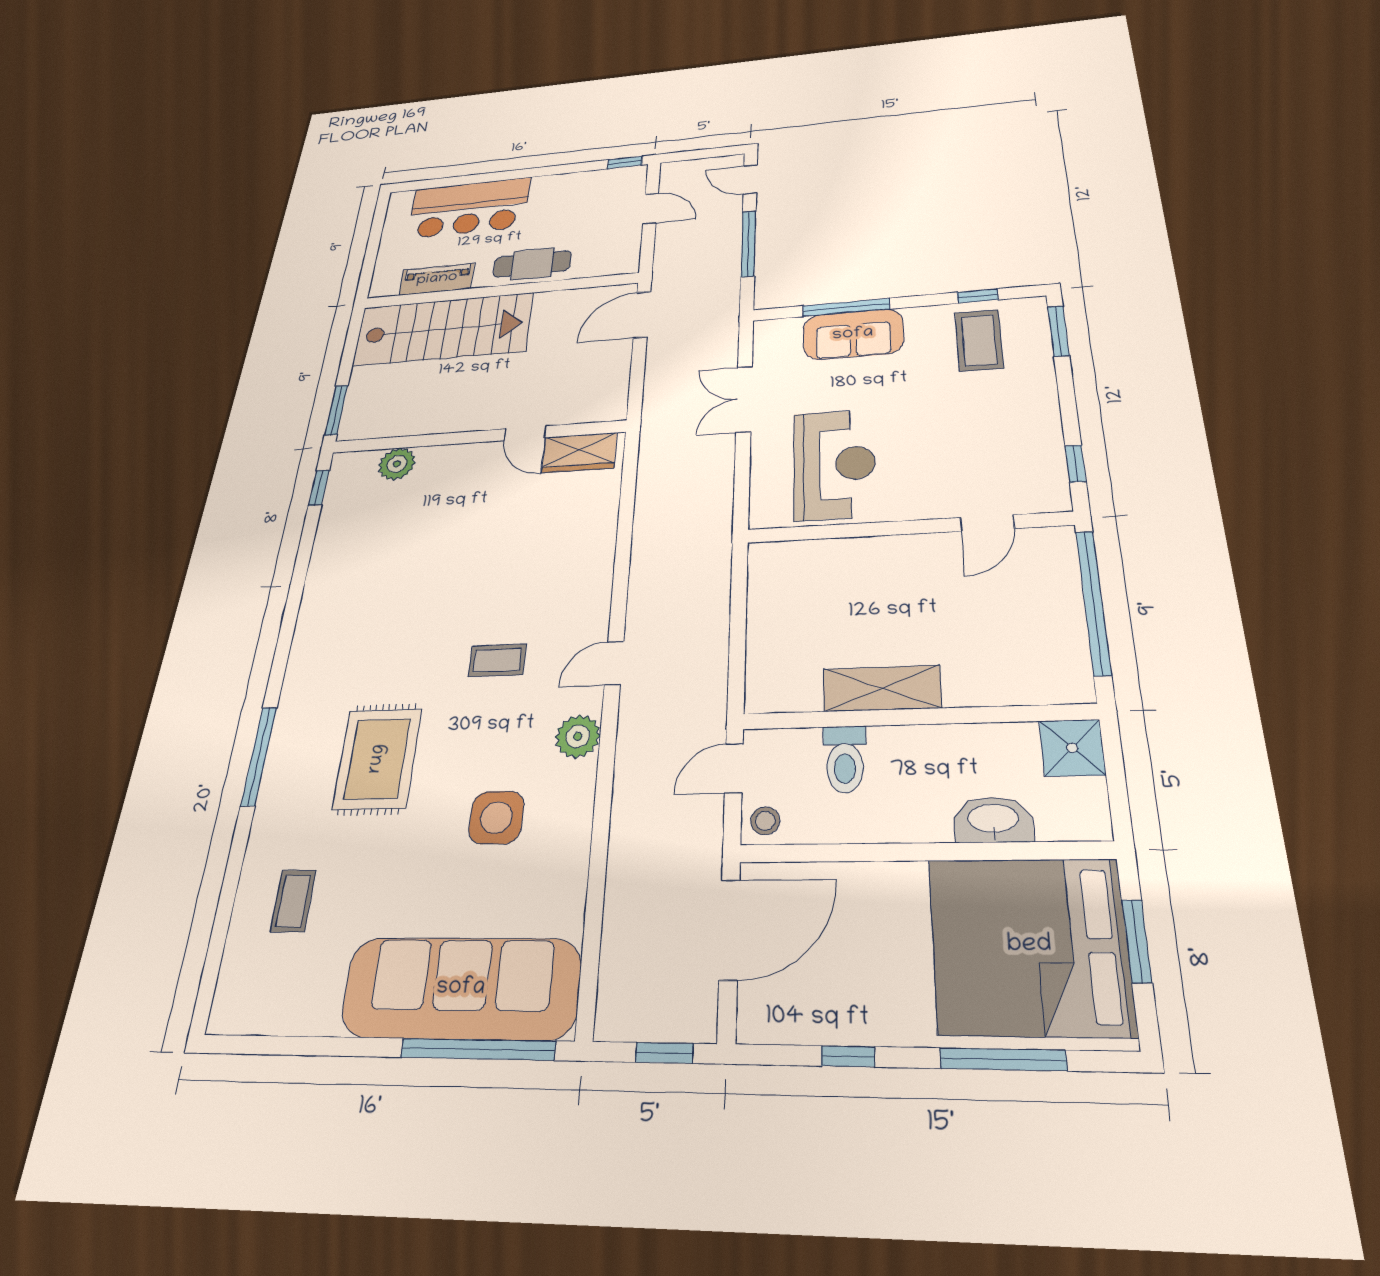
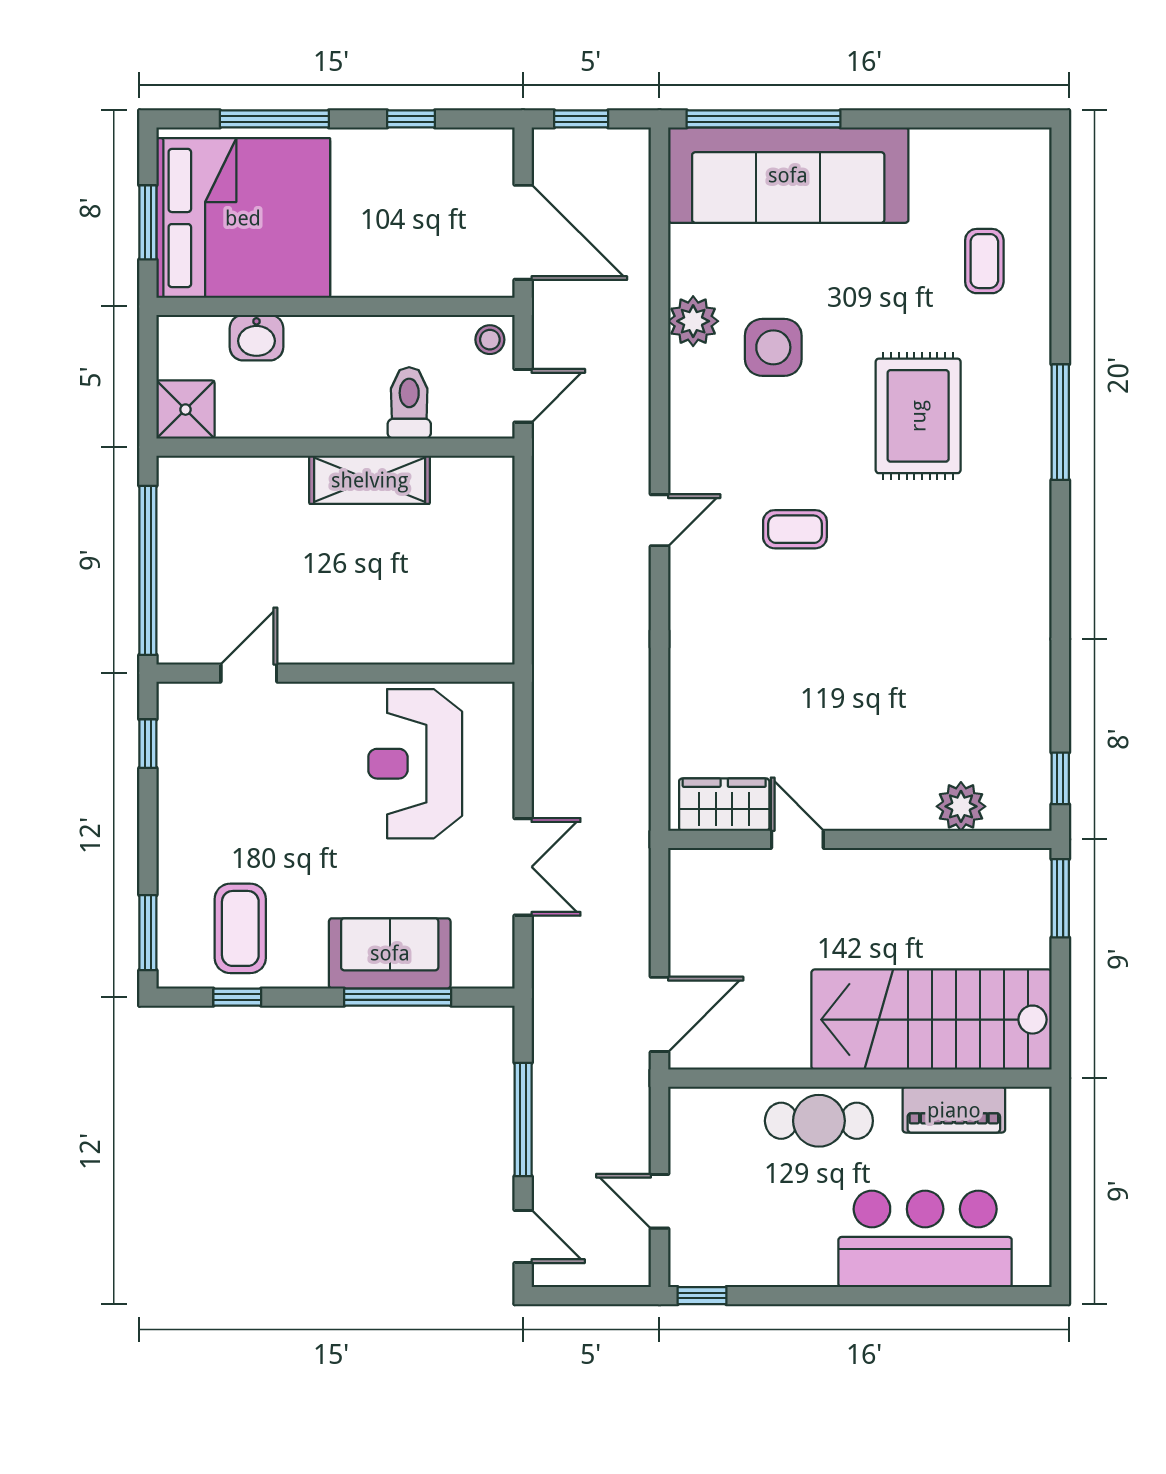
plant: (578, 736) -> (693, 321), moved
washbasin: (993, 820) -> (256, 338), width x0.72
door: (729, 929) -> (523, 232), swing flipped

